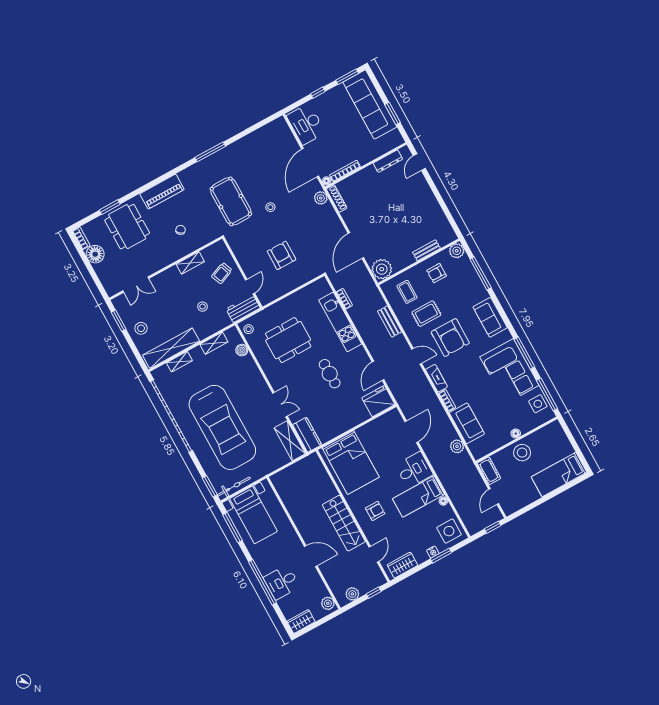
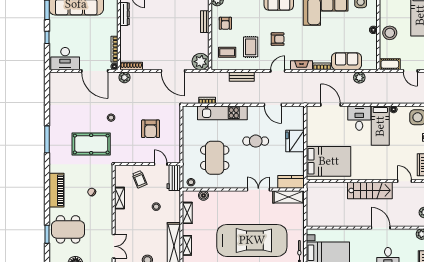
armchair: (282, 255) -> (151, 129), turned -90
armchair: (450, 338) -> (278, 39), width x0.53, depth x0.53
fridge: (378, 401) -> (295, 141), moved
armchair: (375, 511) -> (374, 163), removed
door: (311, 556) -> (381, 228), hinge flipped

